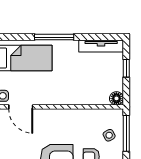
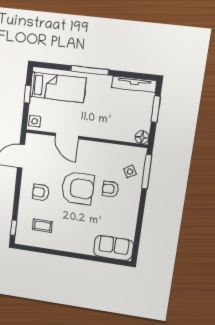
window: (126, 68) -> (156, 109), width x1.50
door: (21, 107) -> (67, 136), moved

